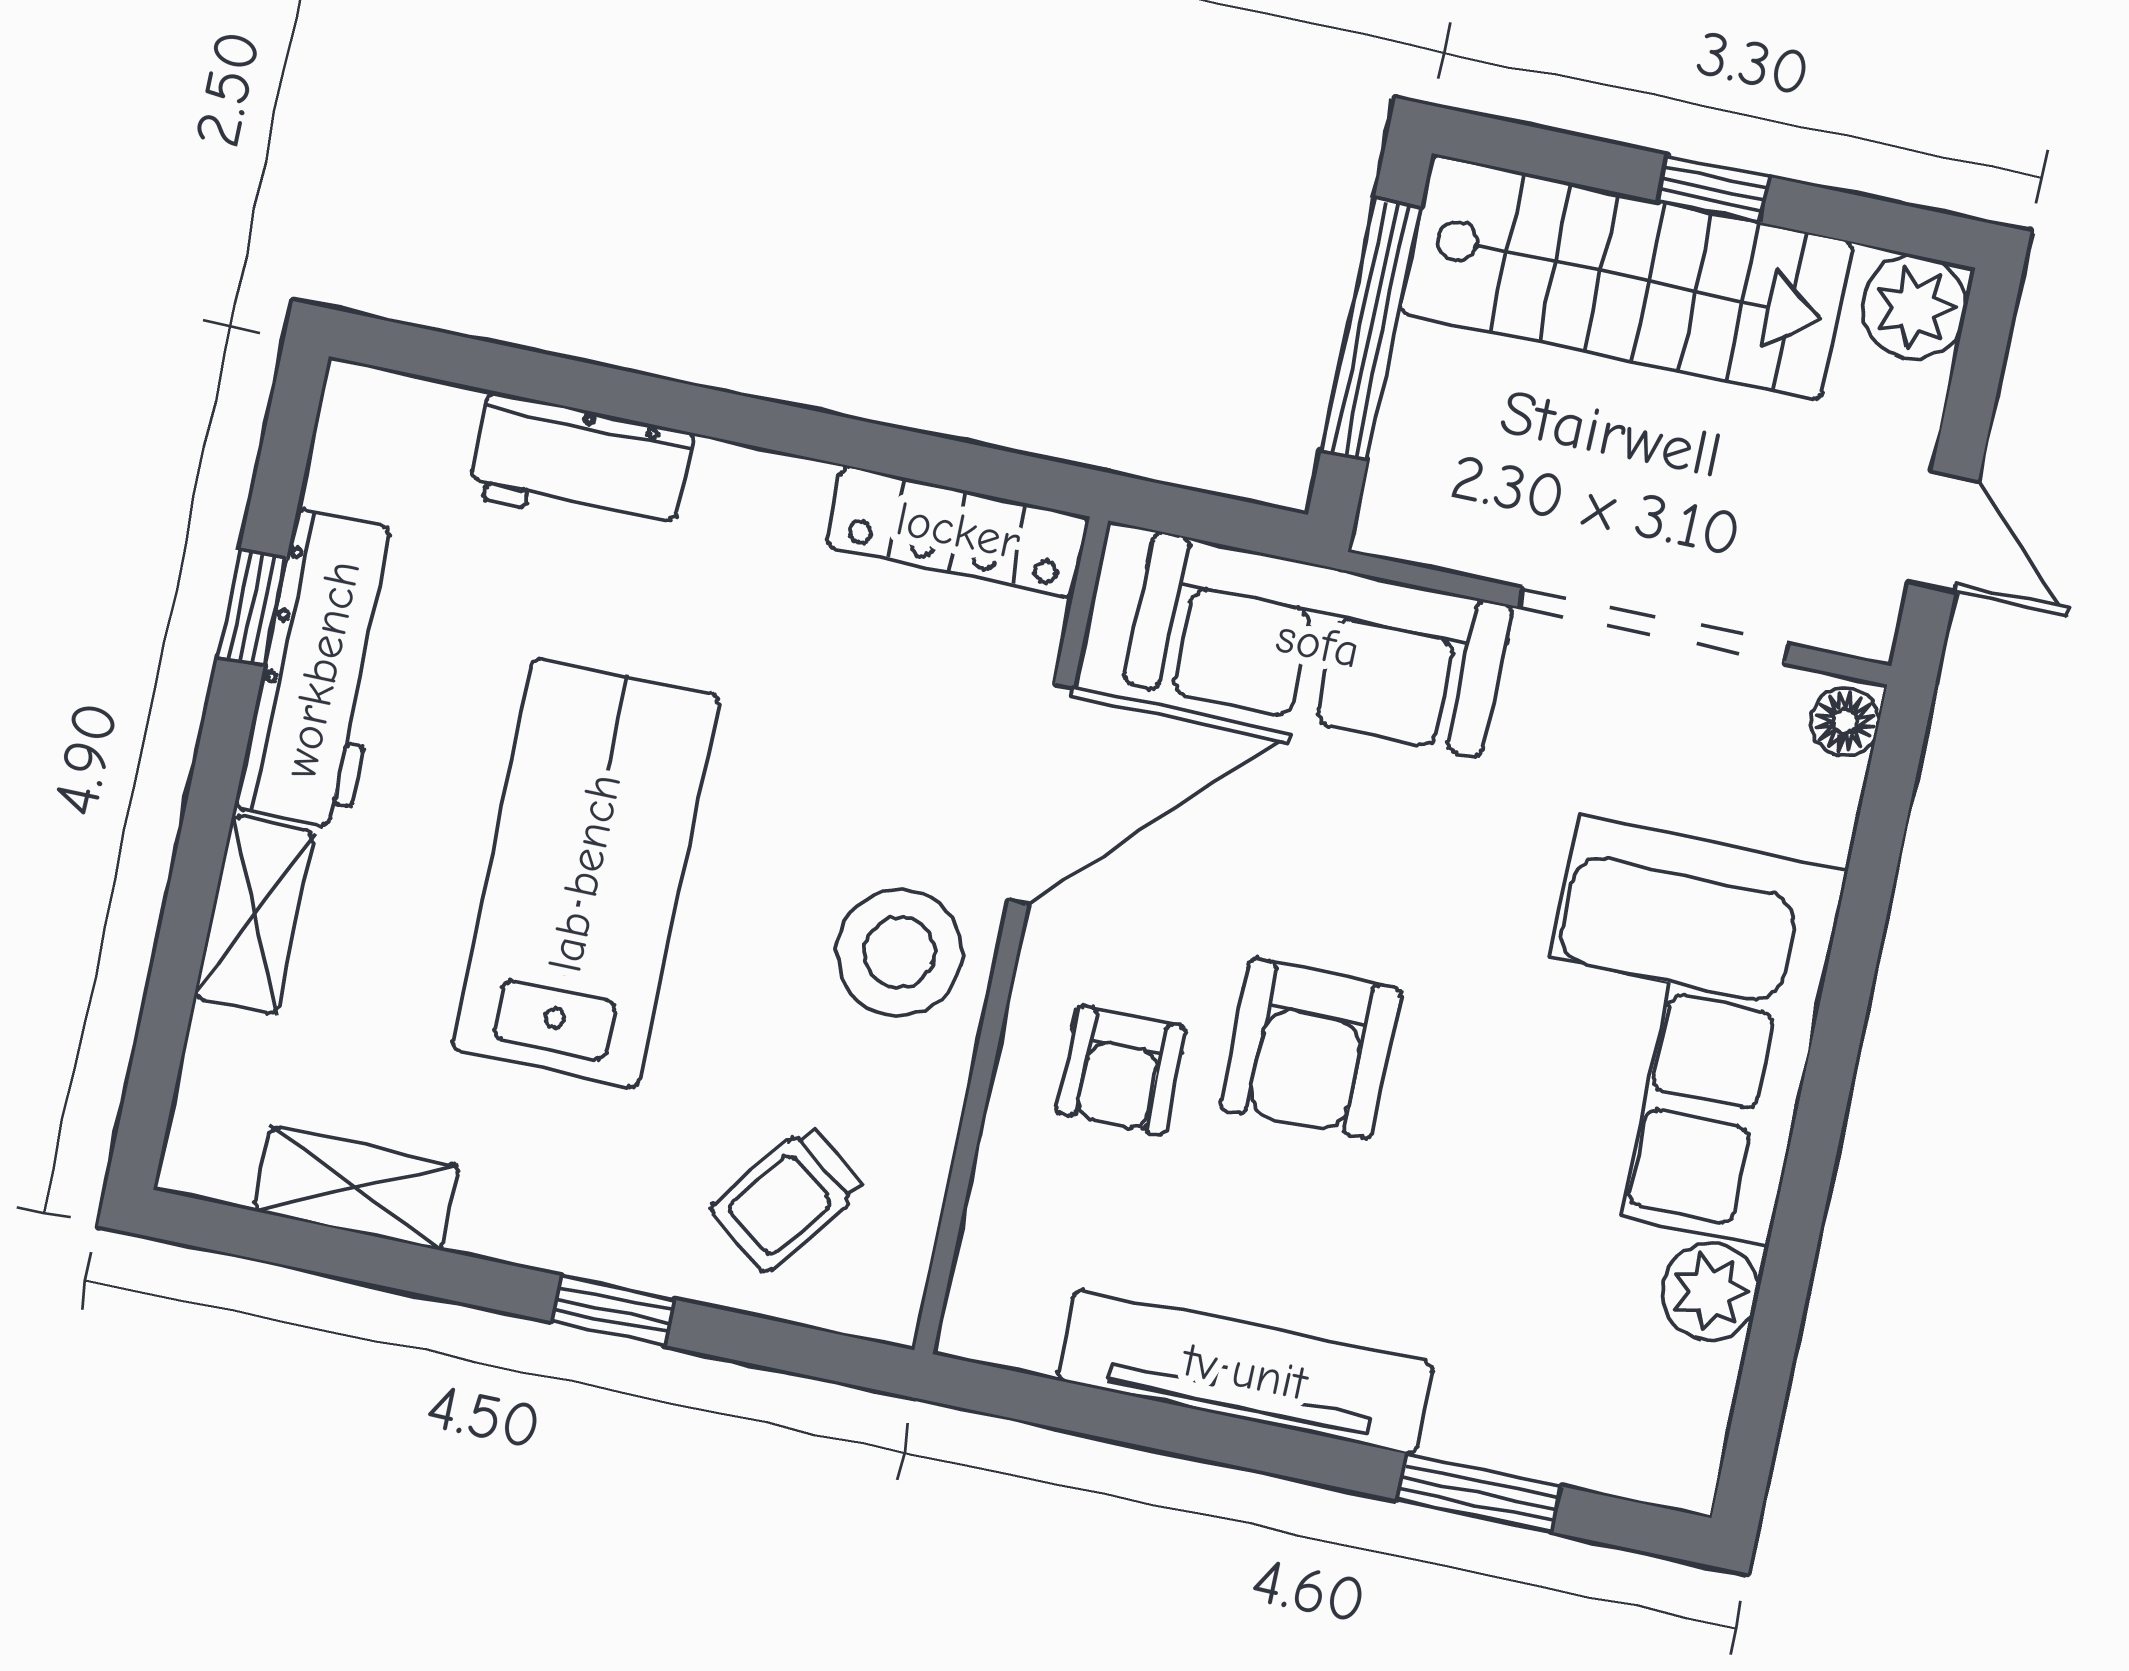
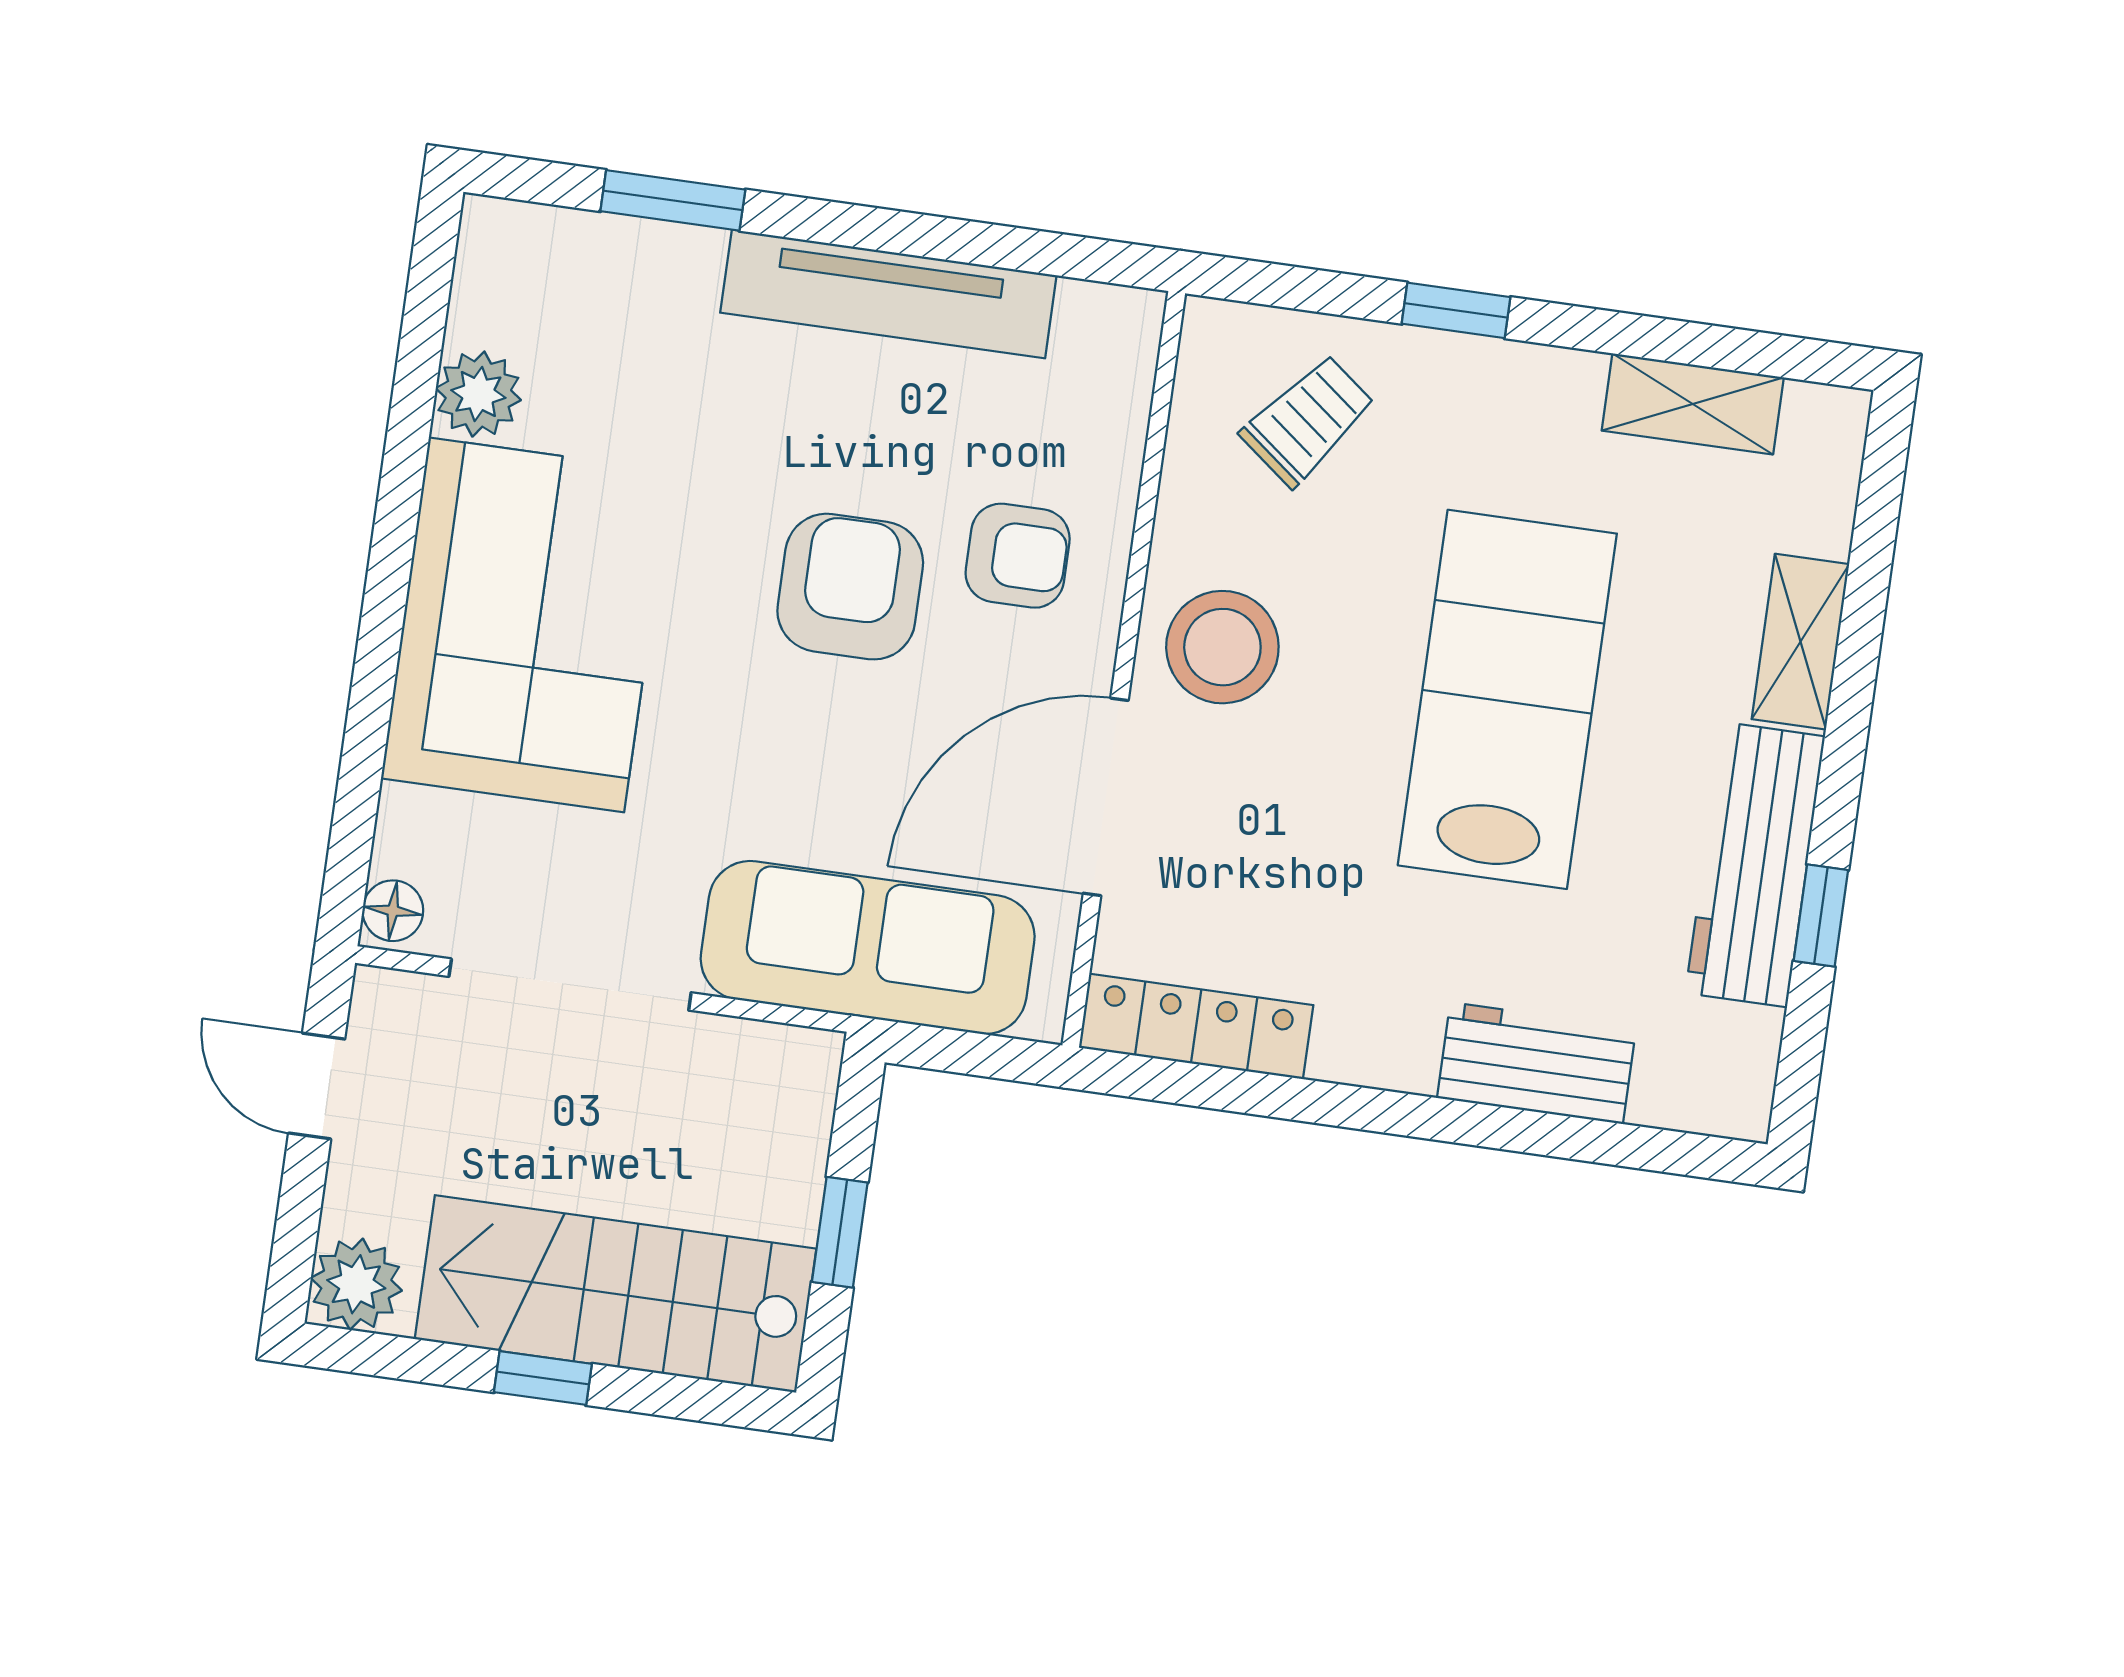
window: (1371, 329) -> (840, 1232), width x0.46
lab bench: (585, 873) -> (1507, 699), turned 180
armchair: (1121, 1070) -> (1018, 556), turned 90

